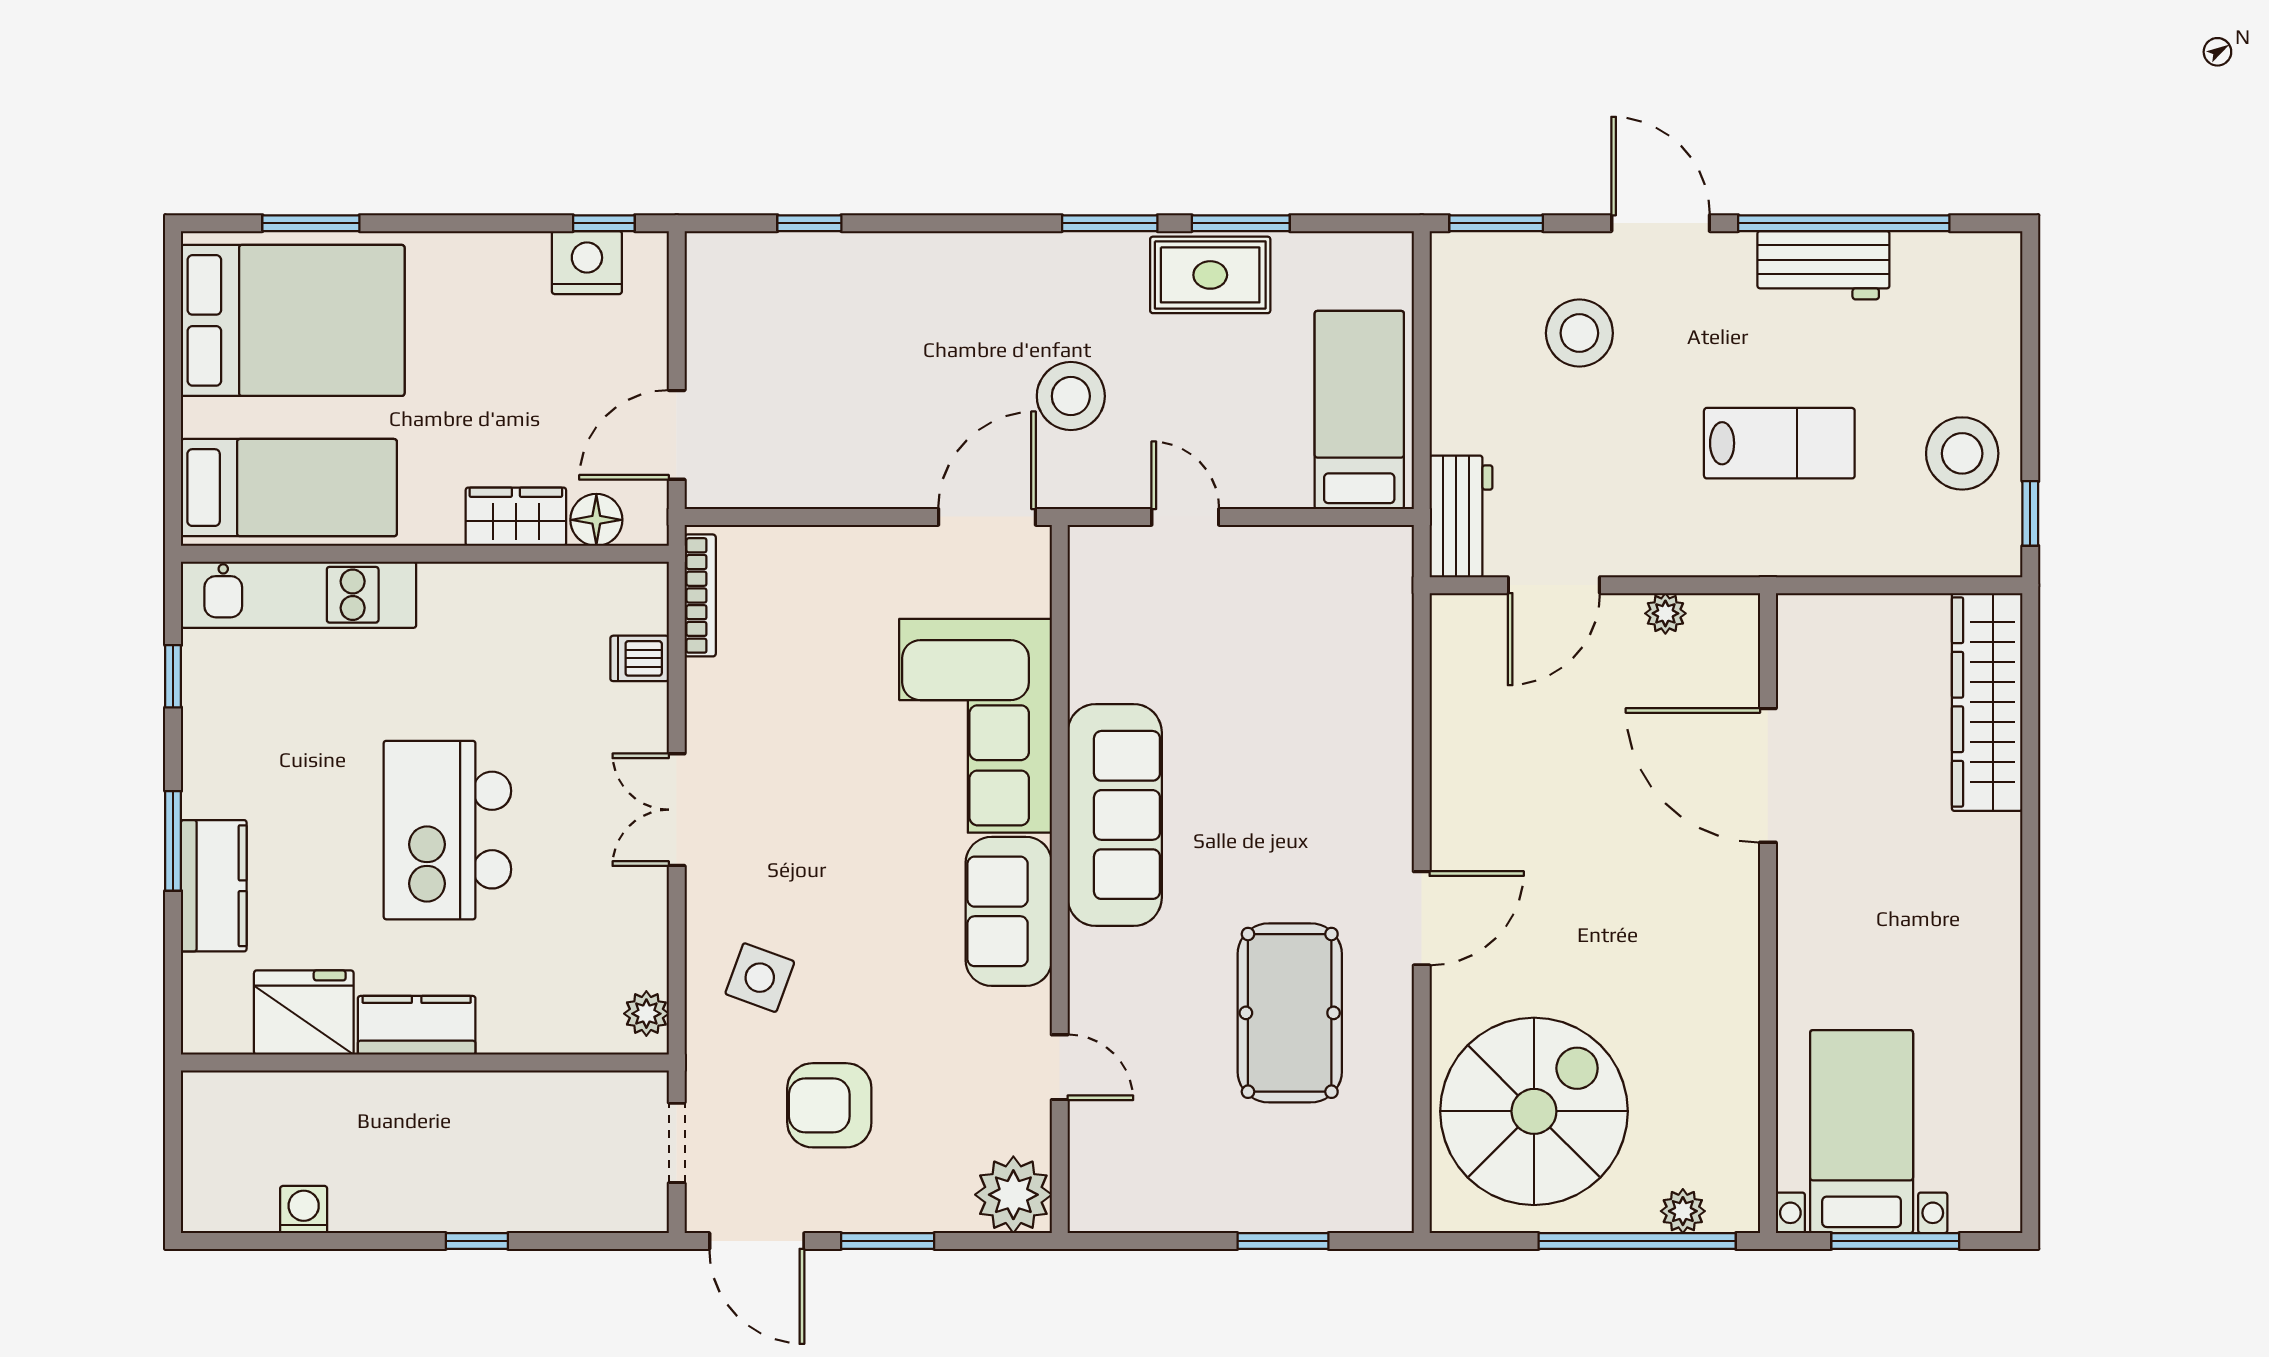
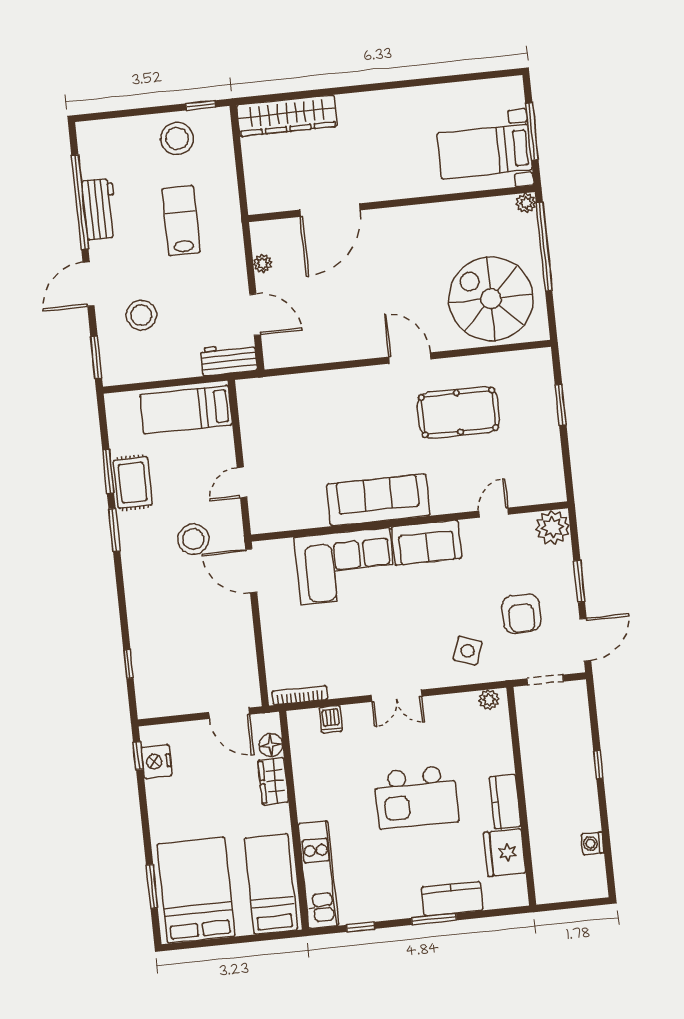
plant: (1683, 1211) -> (526, 203), moved

